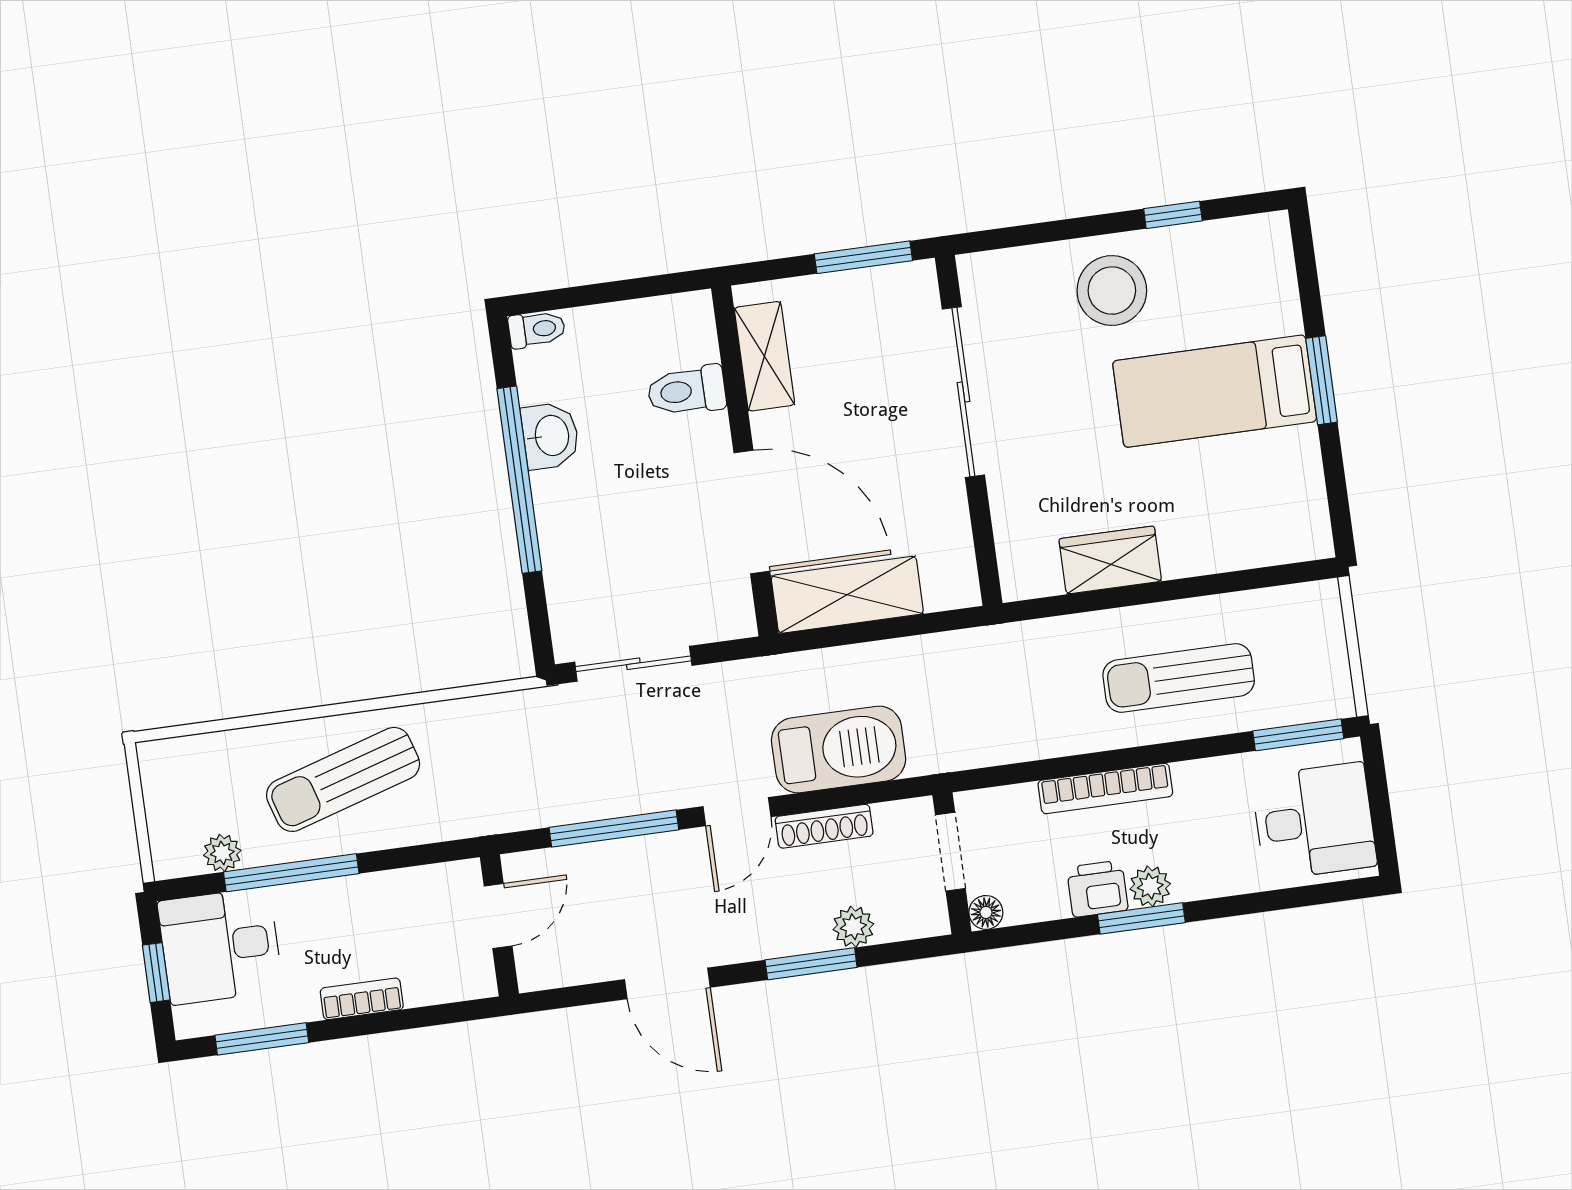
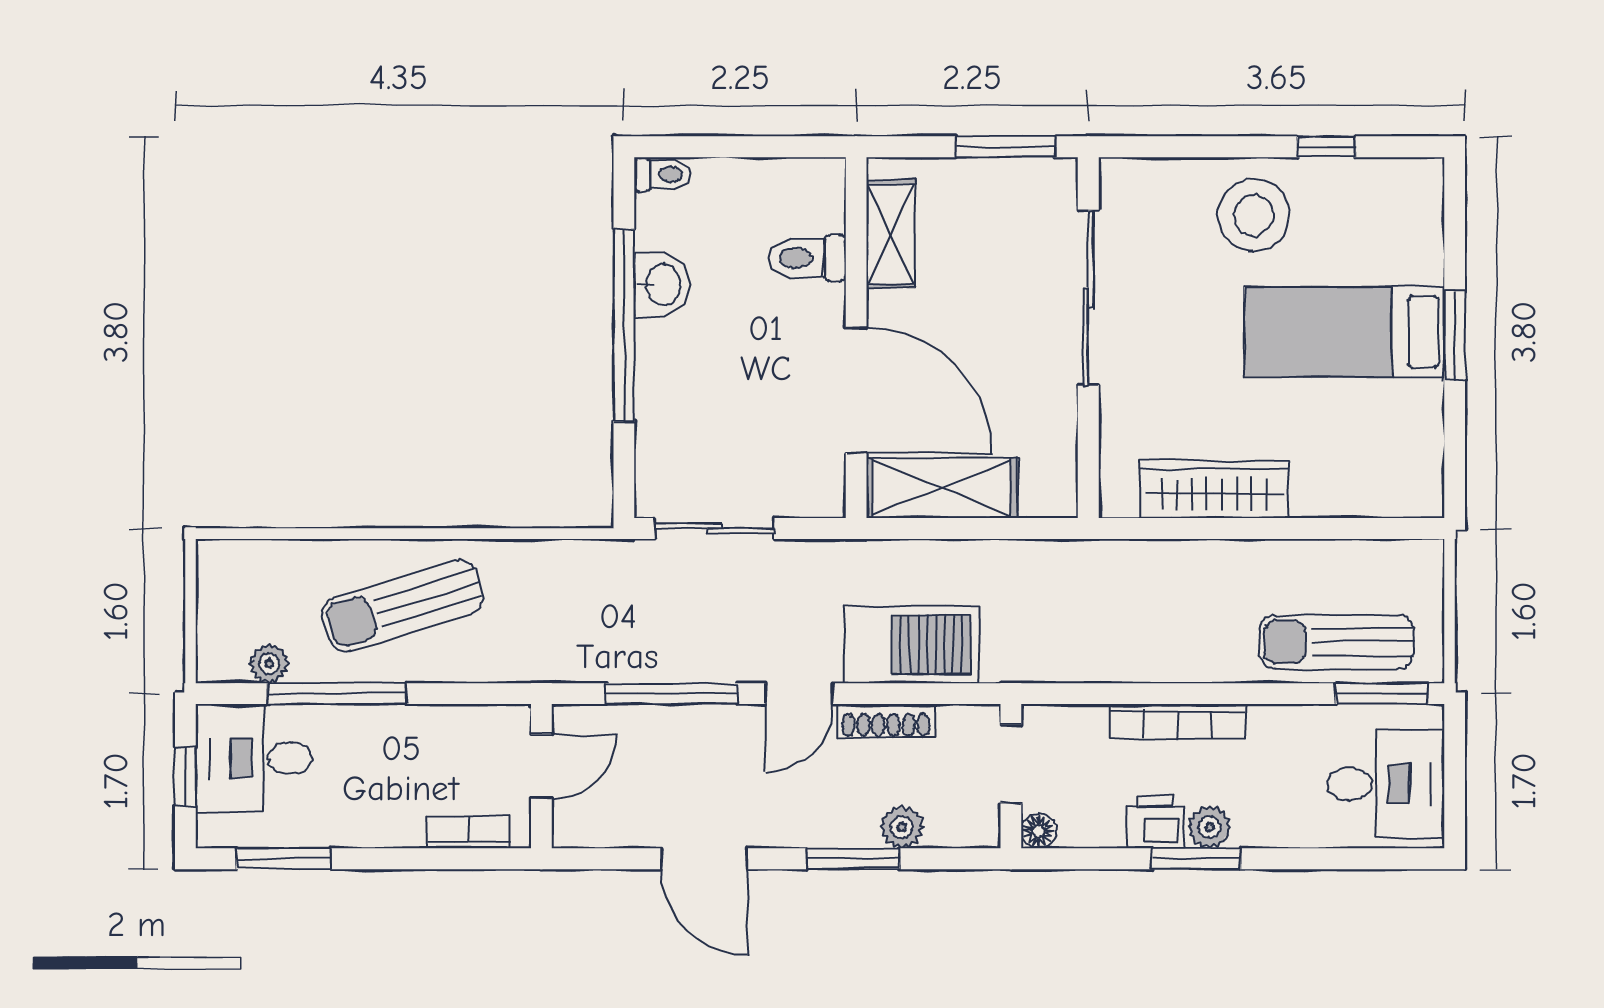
wardrobe: (1110, 560) -> (1214, 489), width x1.50
sun lounger: (1179, 678) -> (1336, 642), moved
bookcase: (362, 999) -> (469, 832), moved

